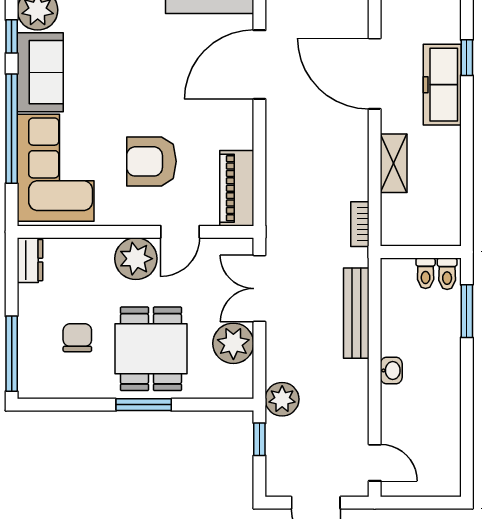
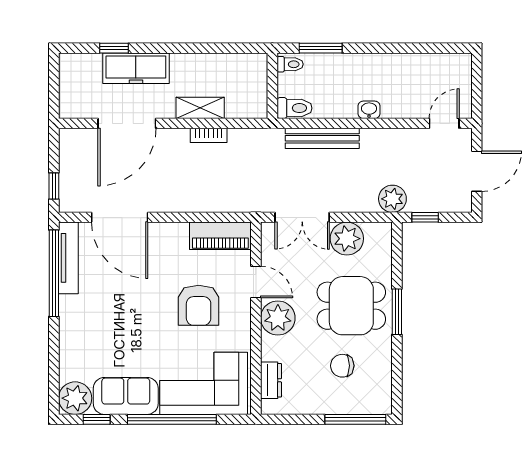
bookcase: (360, 224) -> (209, 135), moved
dresser: (30, 260) -> (271, 380), moved, turned 90
toilet: (426, 273) -> (295, 108), moved, width x1.37, depth x1.39

